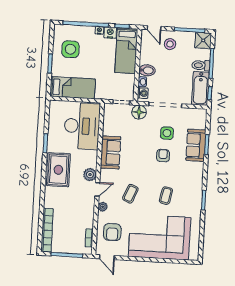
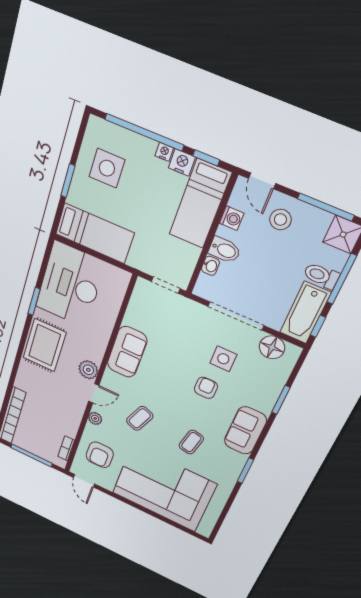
washing machine: (143, 93) -> (232, 218), moved
floor lamp: (139, 112) -> (272, 347), moved
desk: (82, 126) -> (70, 285), moved, turned 180
sofa: (196, 145) -> (245, 431), moved

